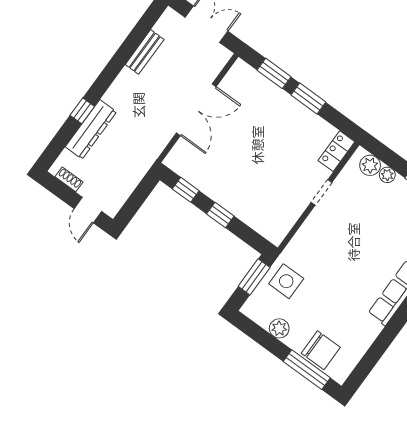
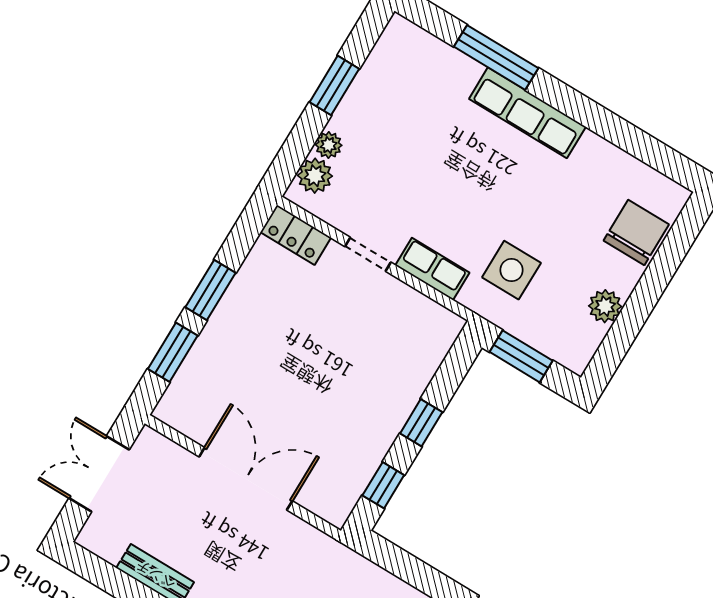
row of seats: (310, 229) -> (432, 269), added
side table: (286, 281) -> (511, 270), moved
window: (307, 370) -> (671, 253), removed

